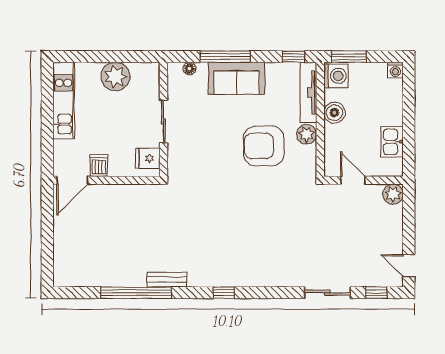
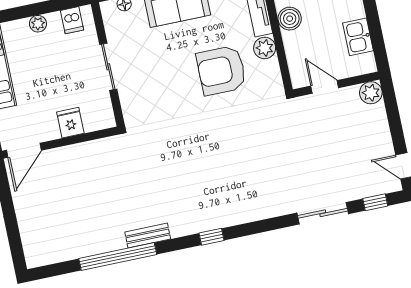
plant: (115, 77) -> (38, 24), width x0.53, depth x0.53
fridge: (148, 158) -> (70, 123), moved, turned 90
dishwasher: (99, 166) -> (72, 20), moved, turned 180

